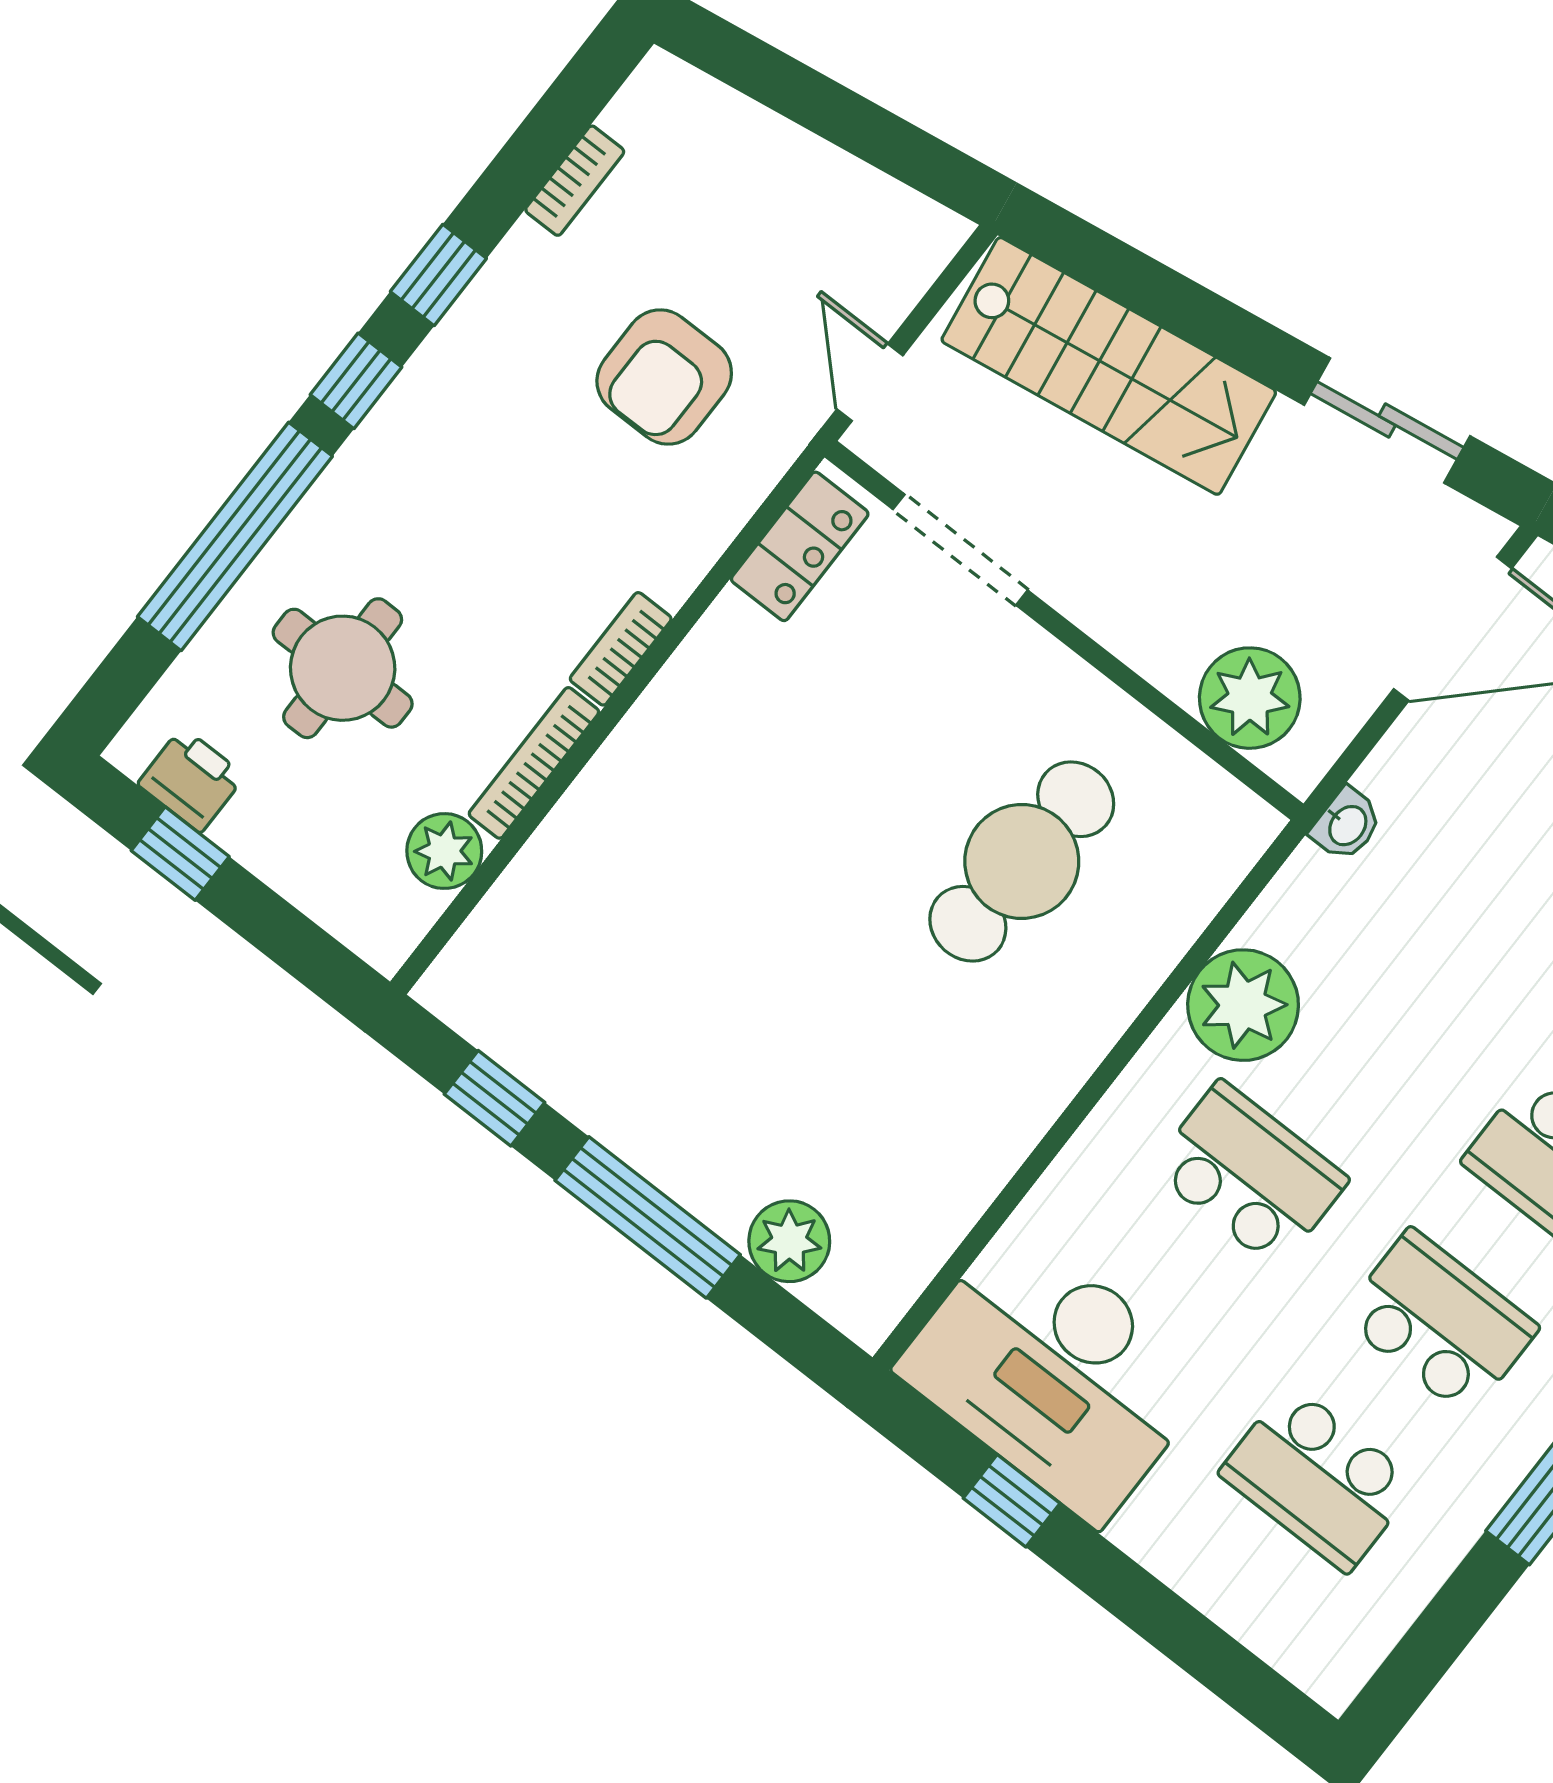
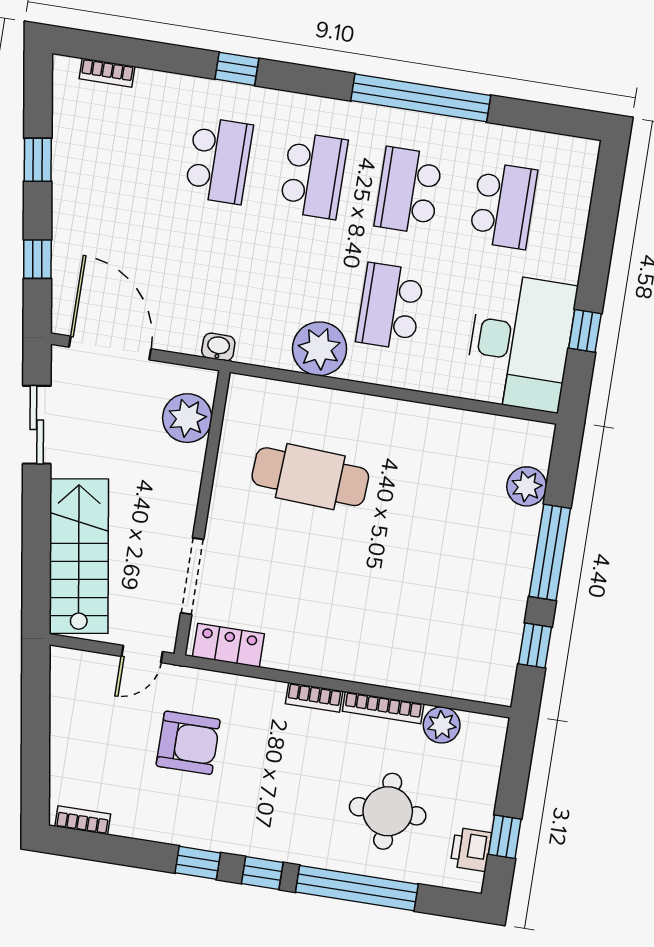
bookcase: (575, 181) -> (83, 820), moved

